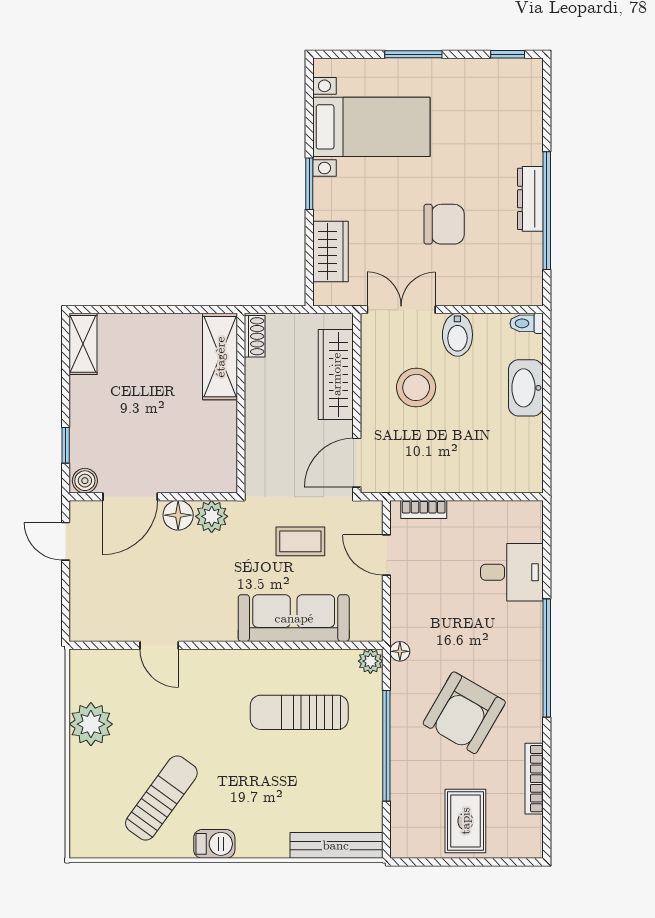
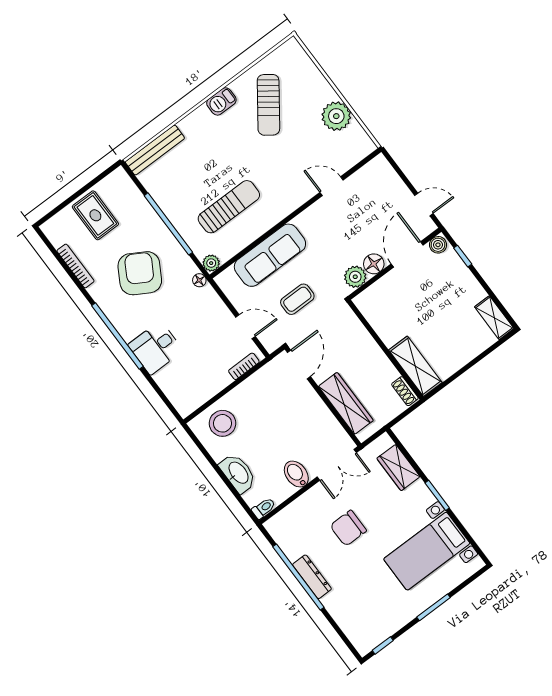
stool: (416, 387) -> (222, 423), moved
desk: (512, 572) -> (156, 348), moved

